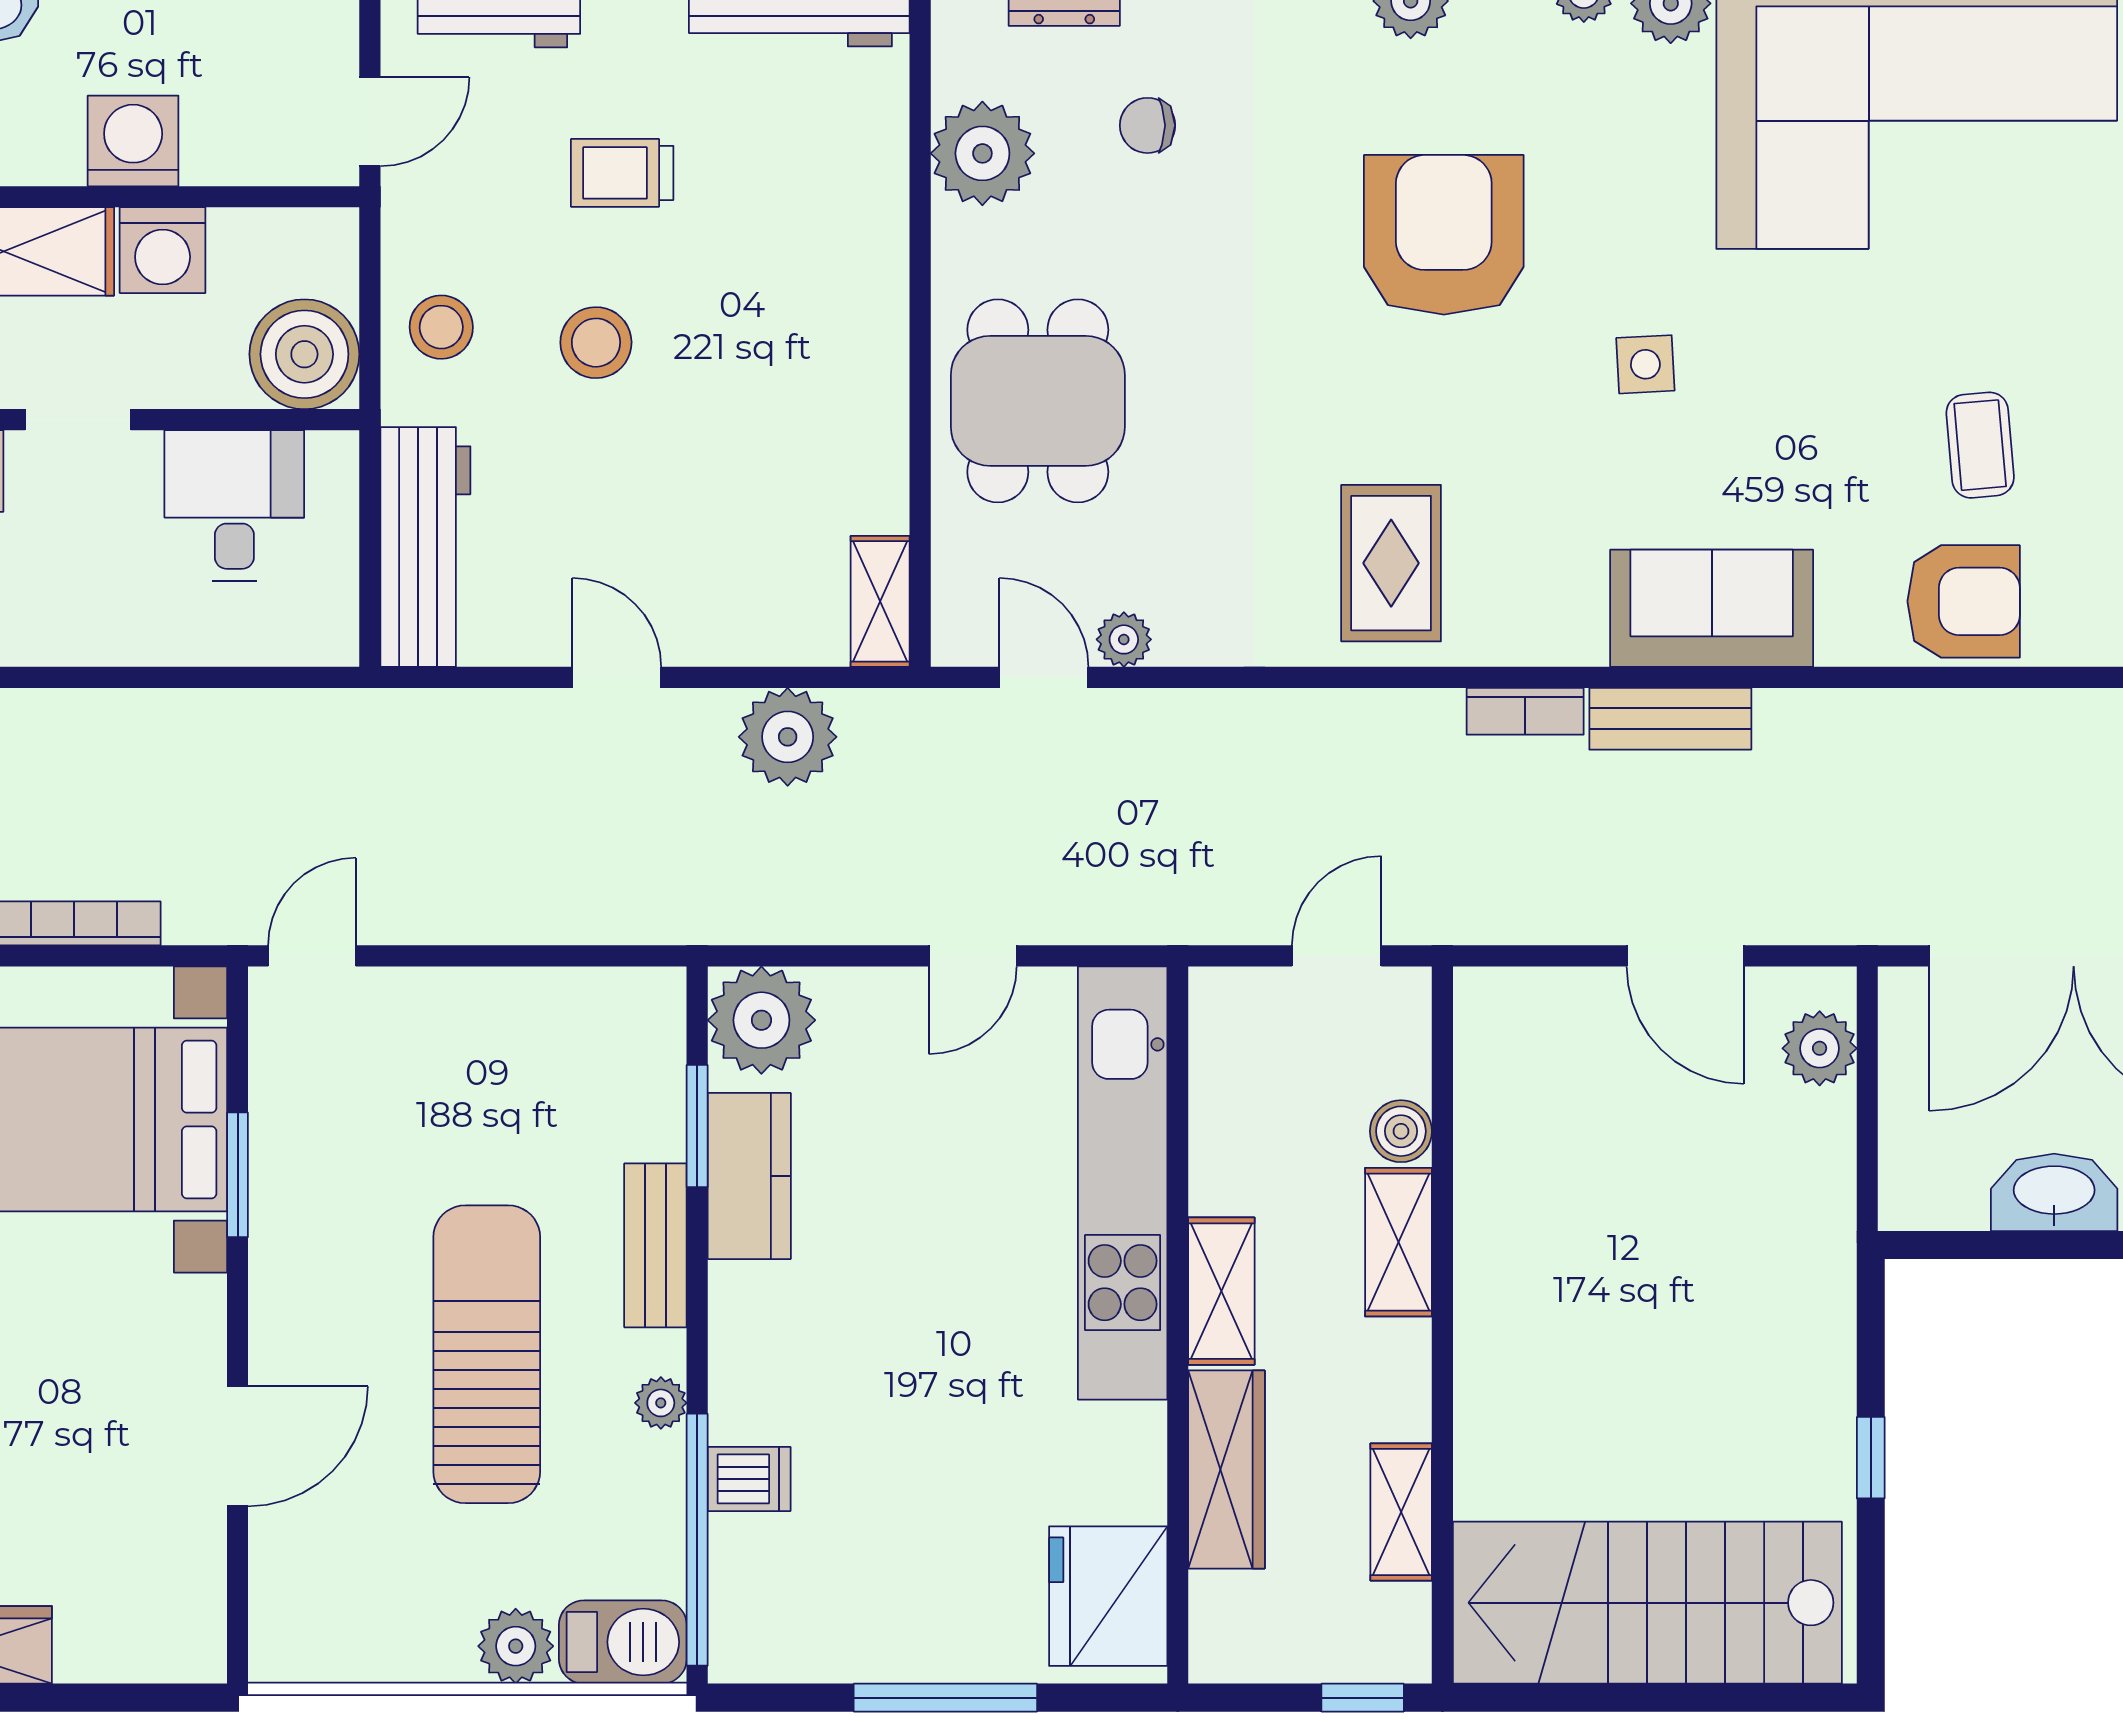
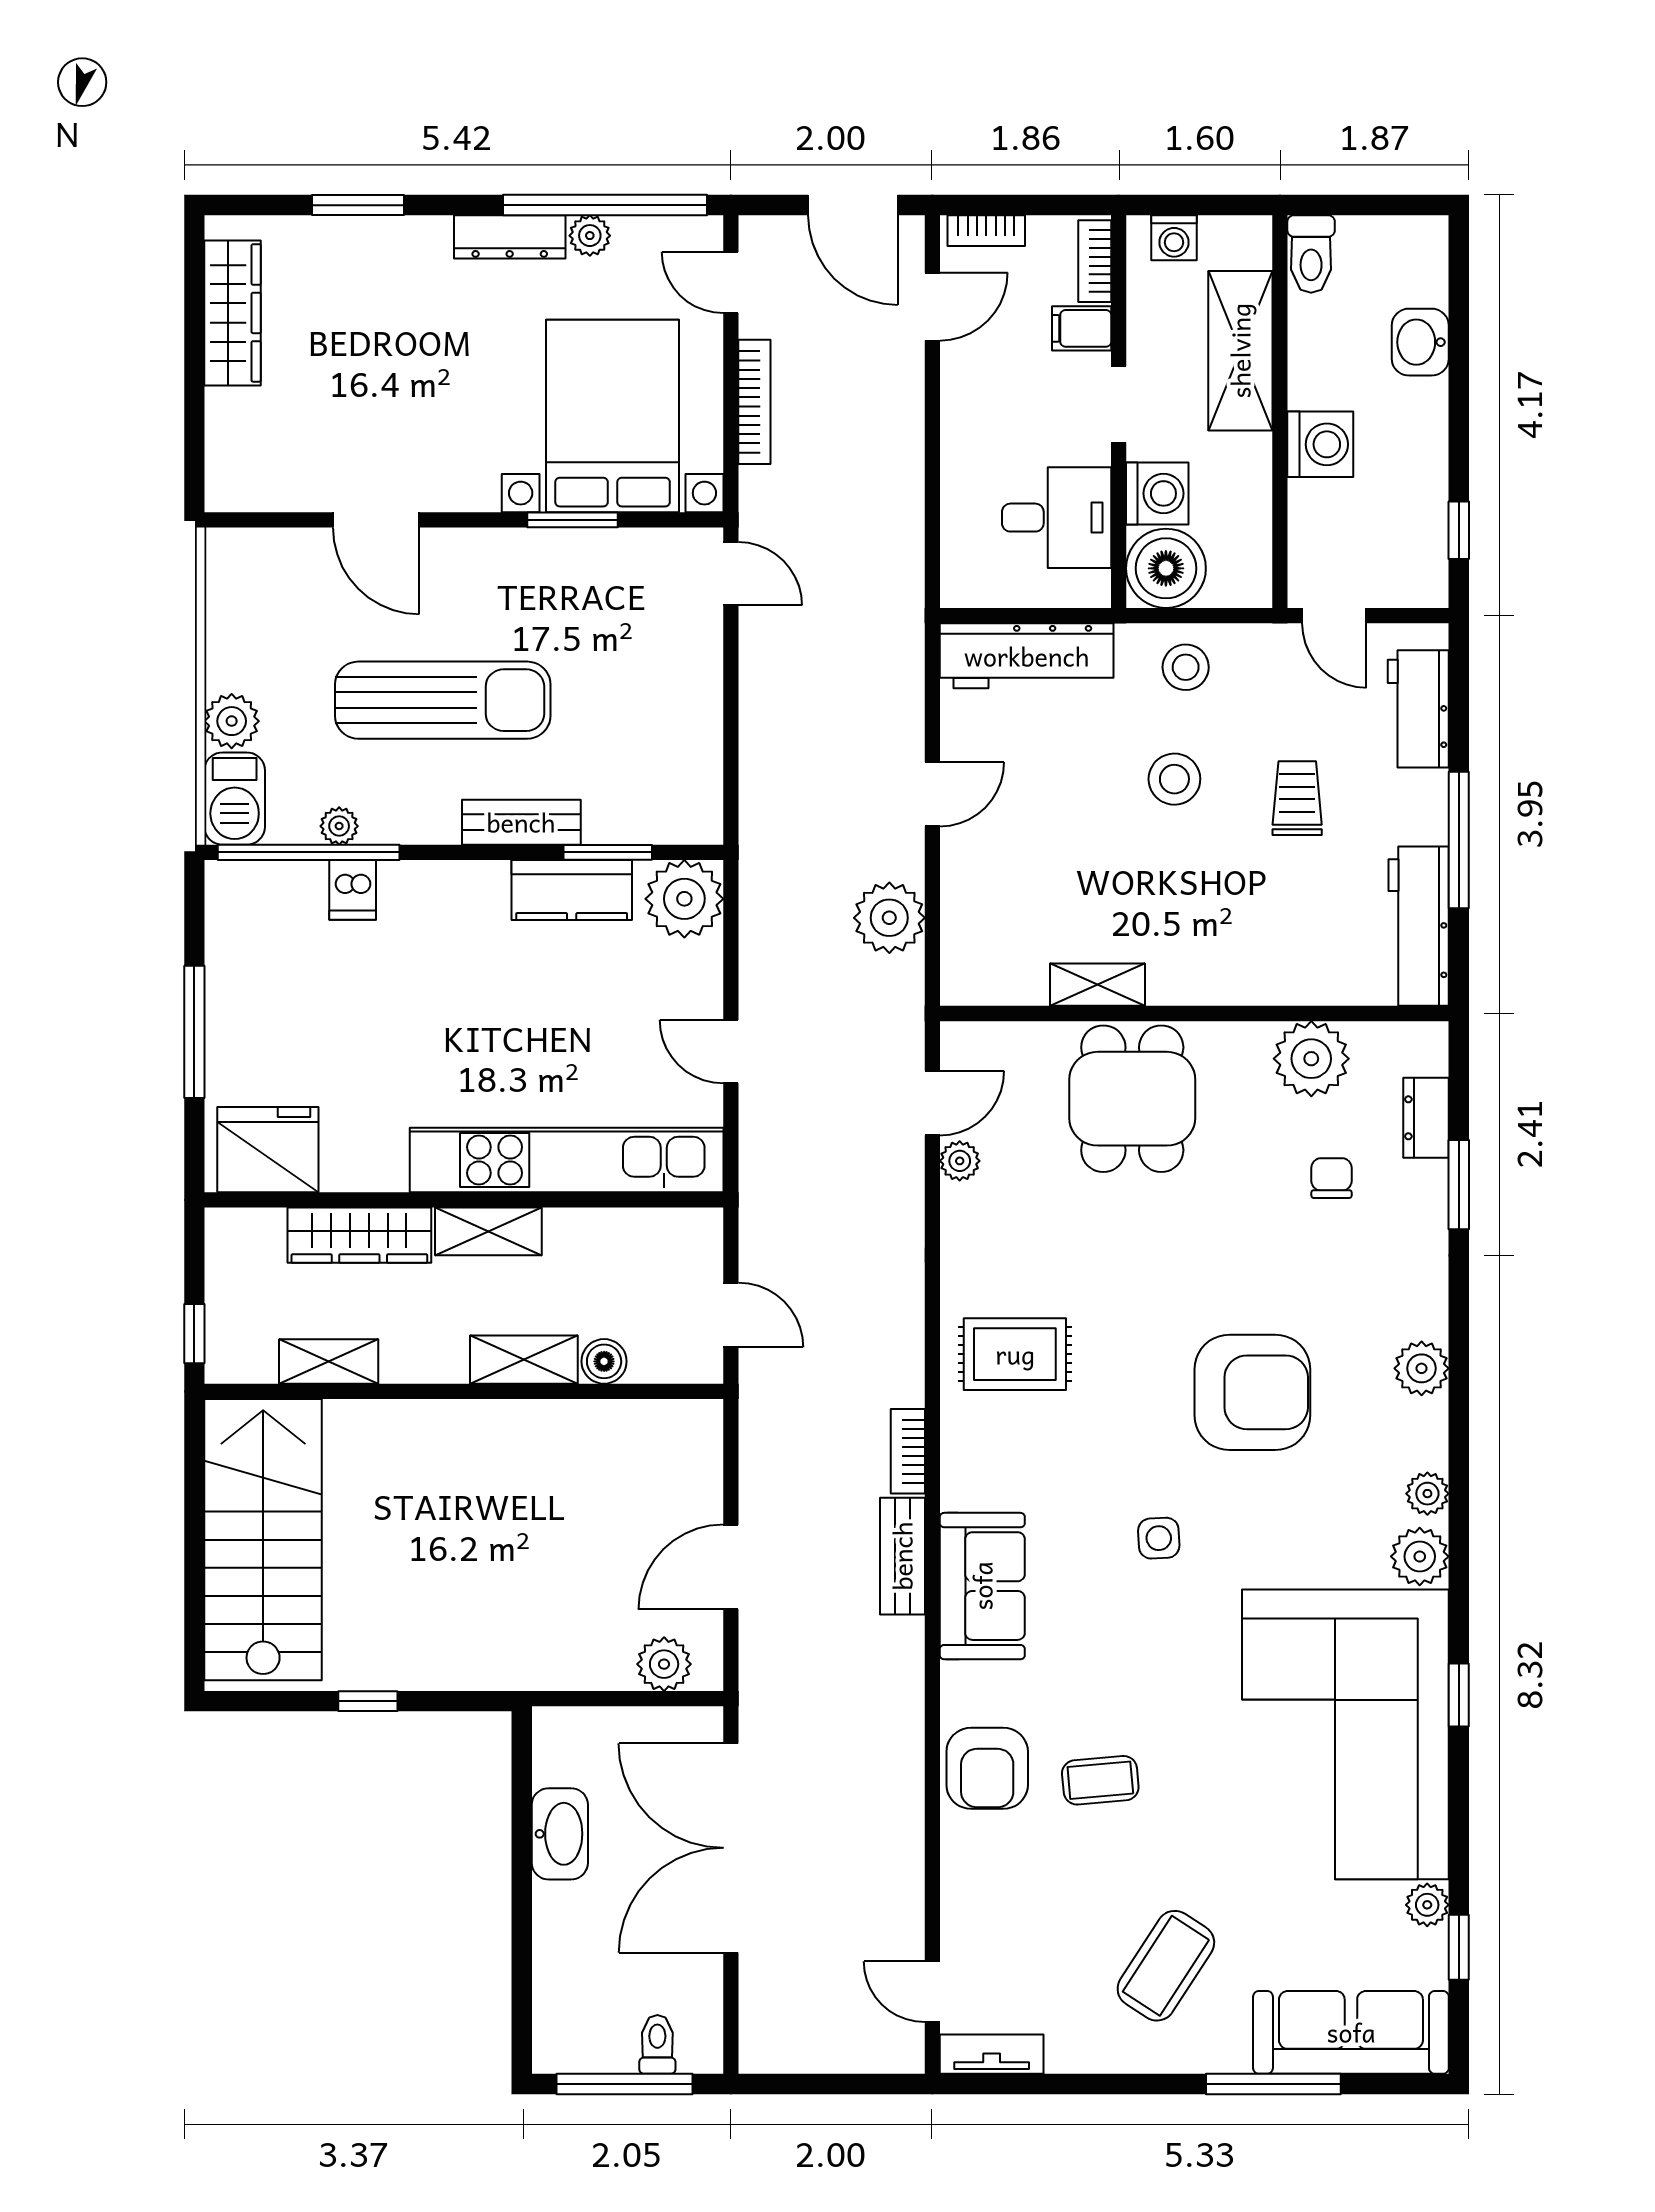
washing machine: (163, 250) -> (1157, 493), moved, turned 180
dining table: (1038, 401) -> (1132, 1099), turned 90
shelving: (880, 601) -> (1098, 985), moved
plant: (661, 1403) -> (339, 826), moved

